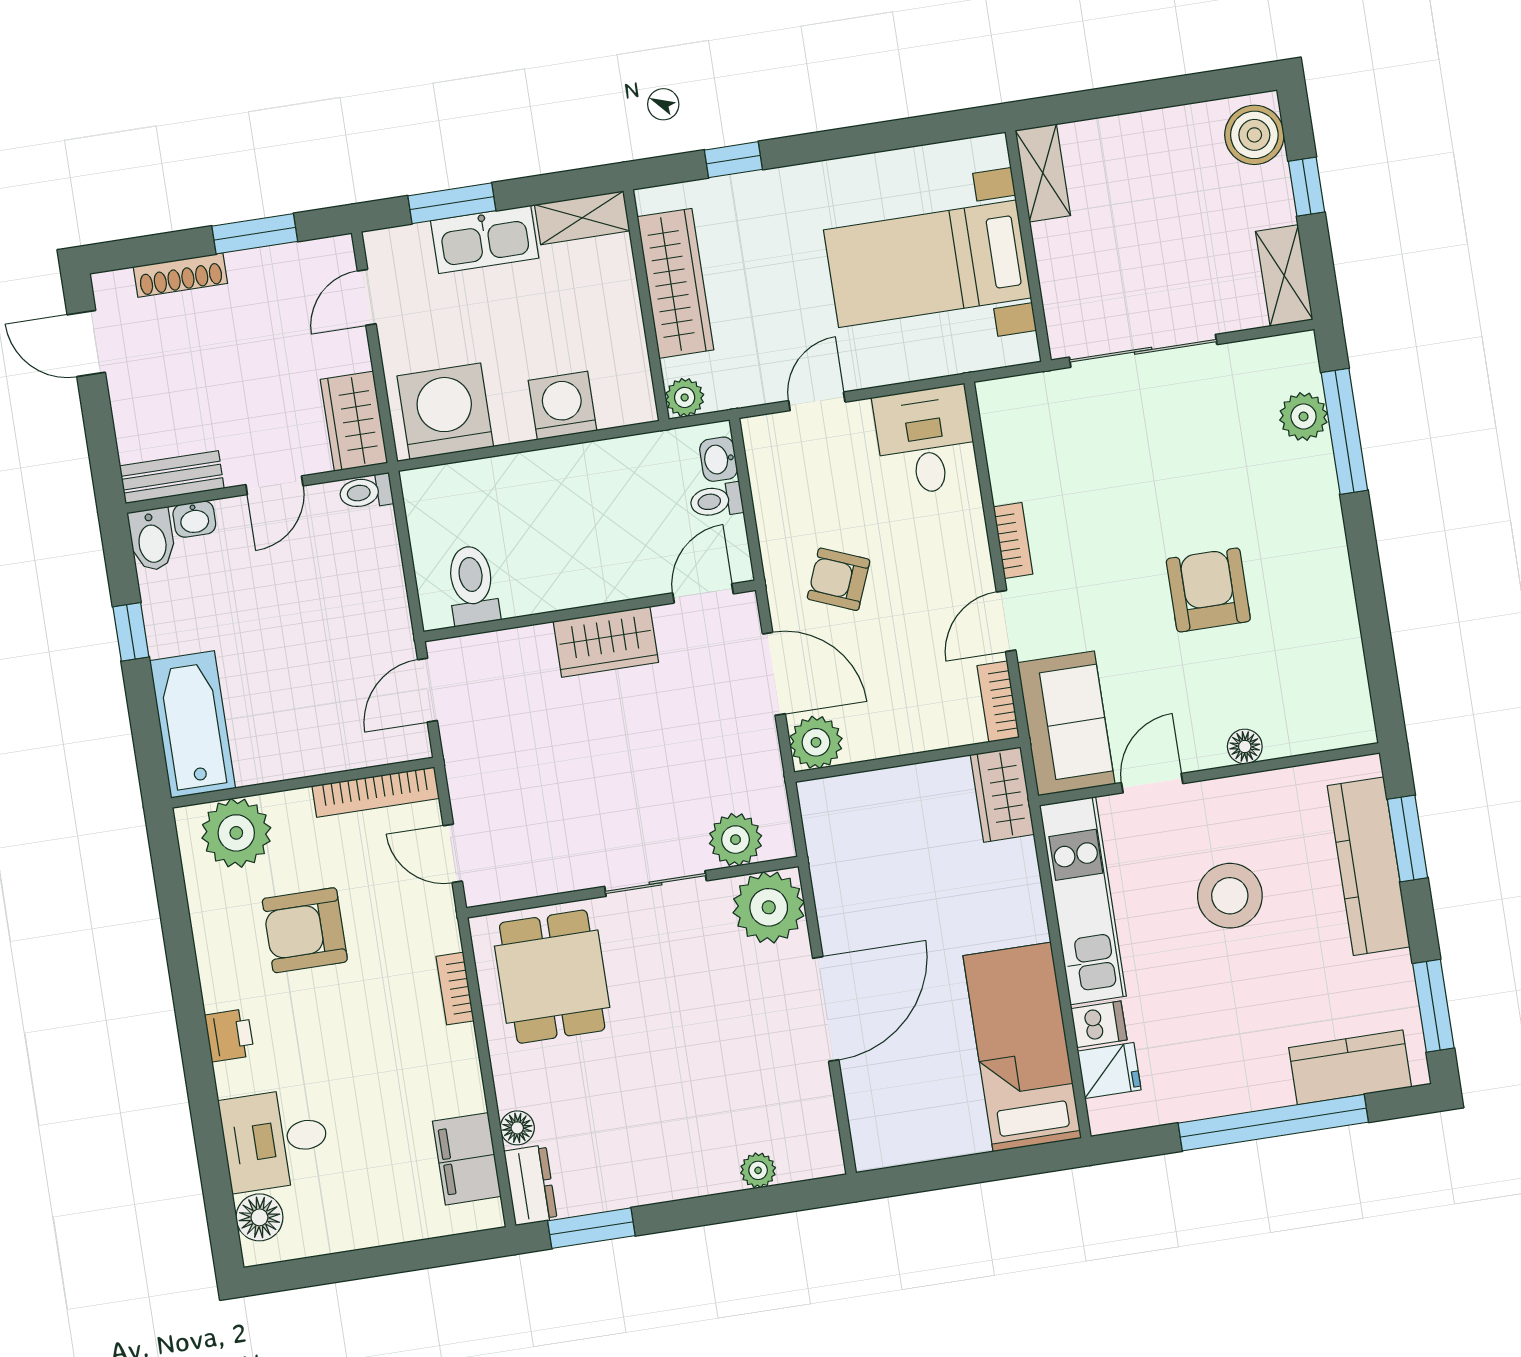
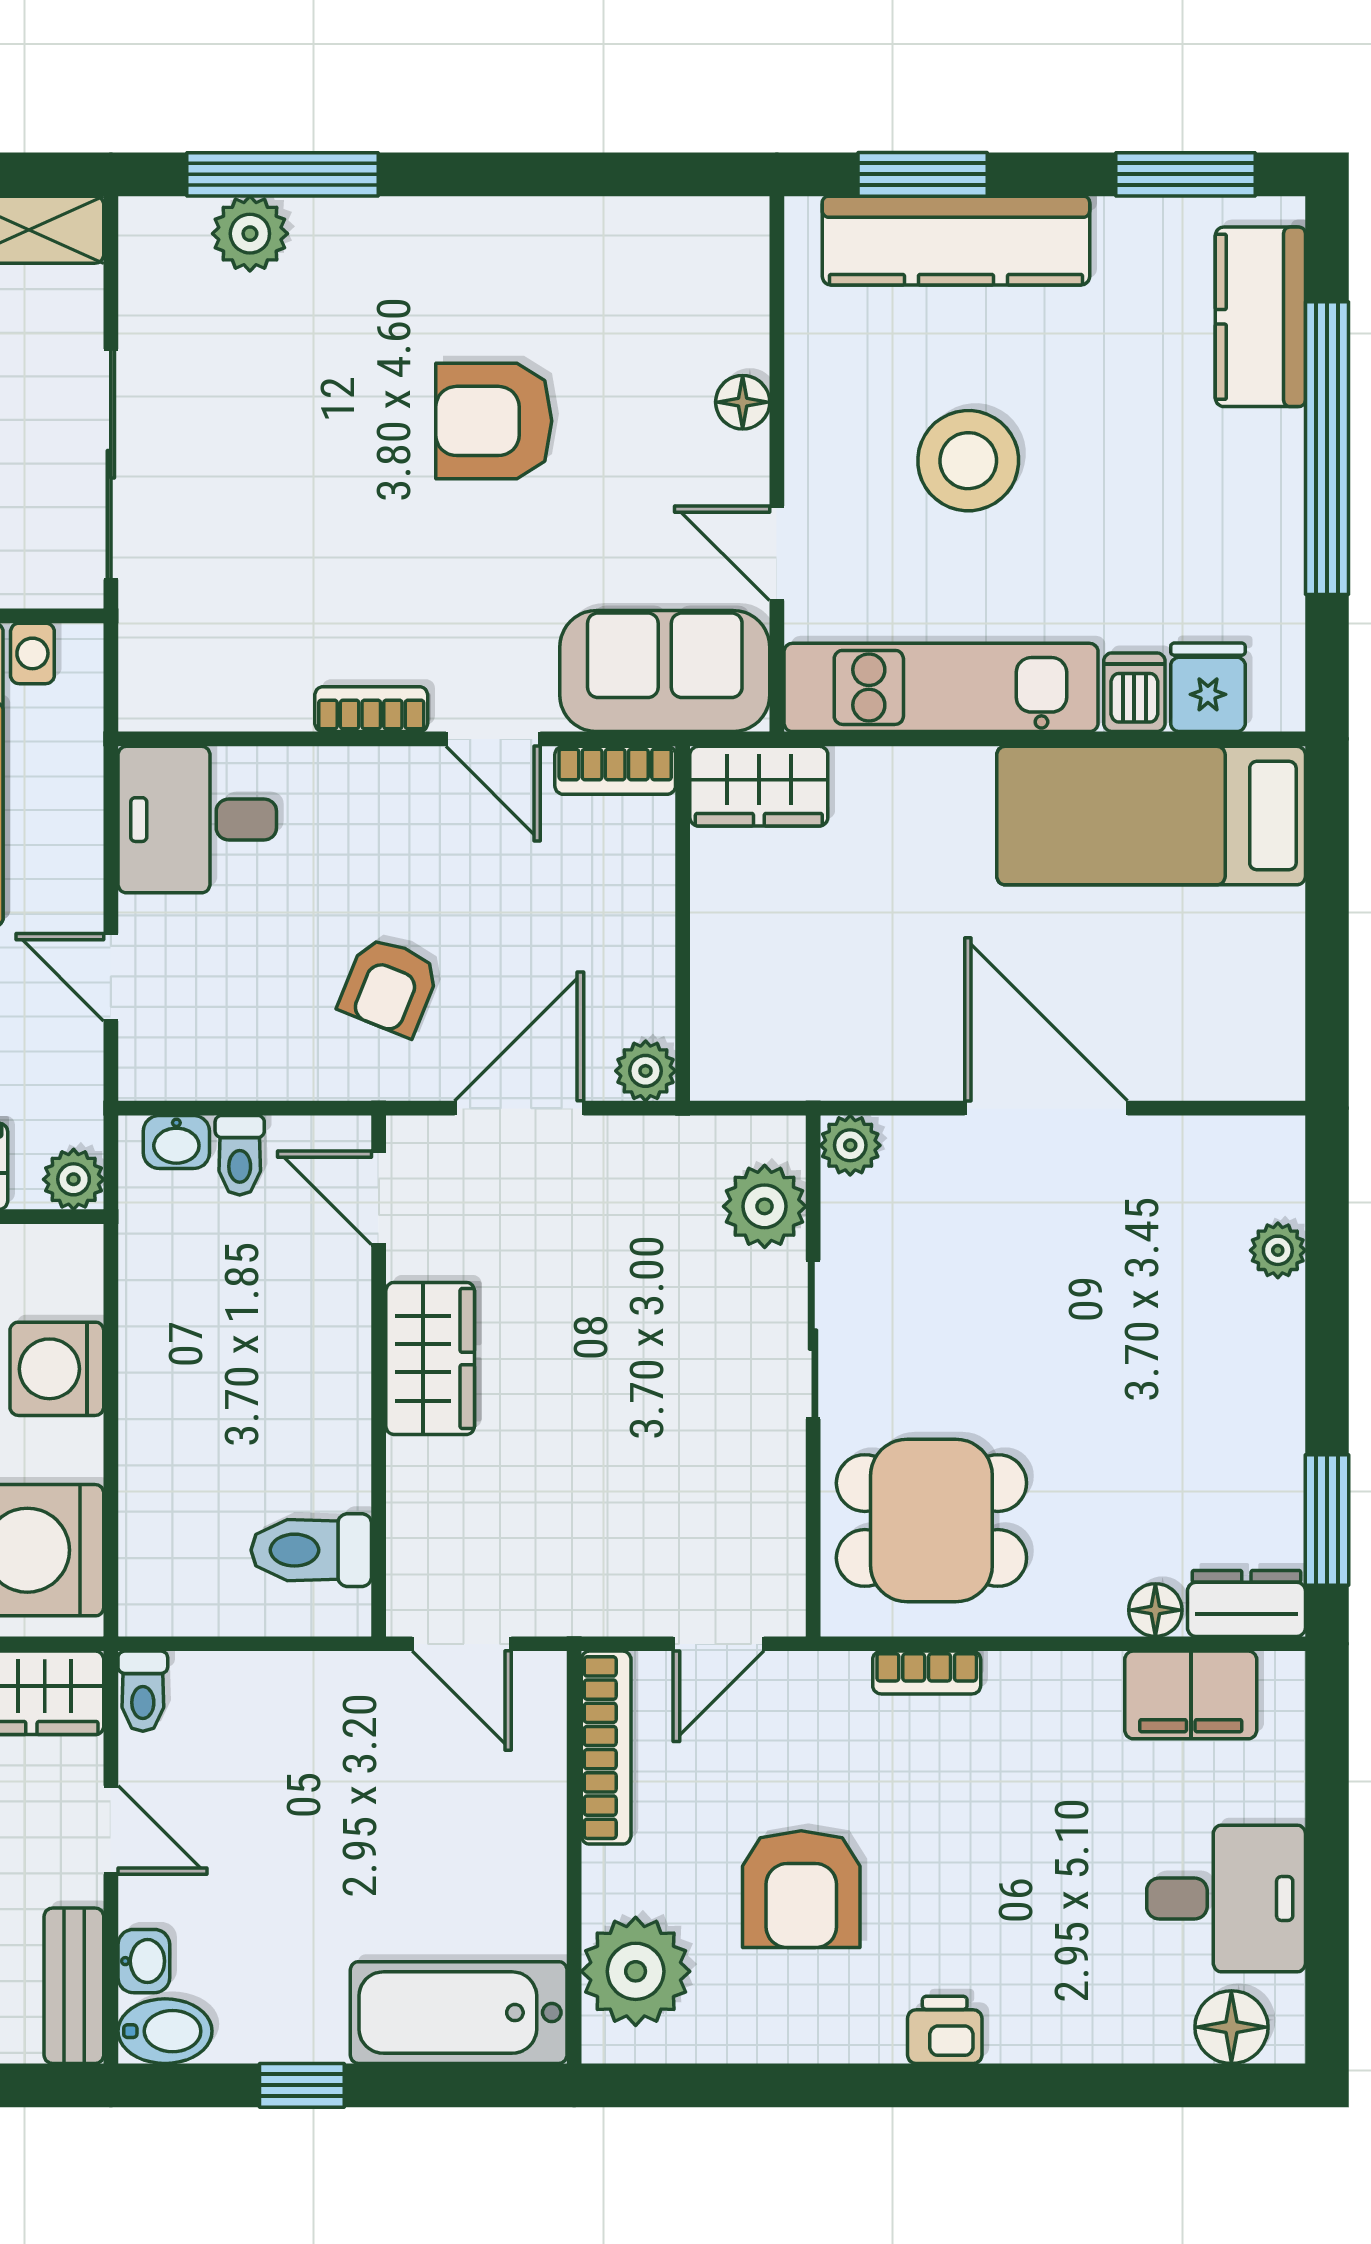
plant: (816, 742) -> (646, 1071), width x0.73, depth x0.73
plant: (769, 907) -> (850, 1145), width x0.53, depth x0.53
desk: (275, 1140) -> (1226, 1898), moved, turned -90

